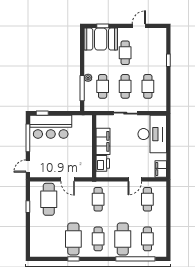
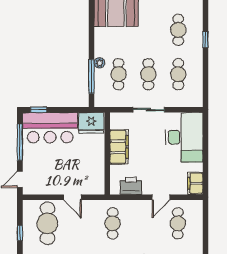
cafe table: (125, 53) -> (178, 30), moved
fridge: (82, 123) -> (91, 123), added
printer: (103, 163) -> (131, 186), moved, turned -90

